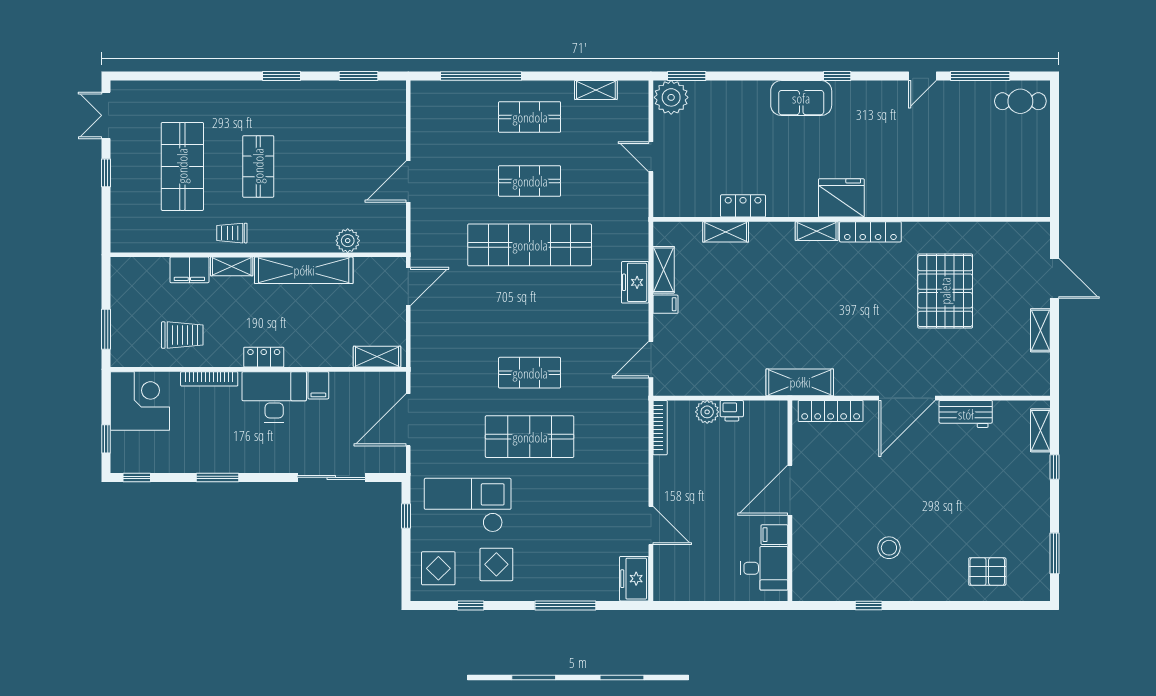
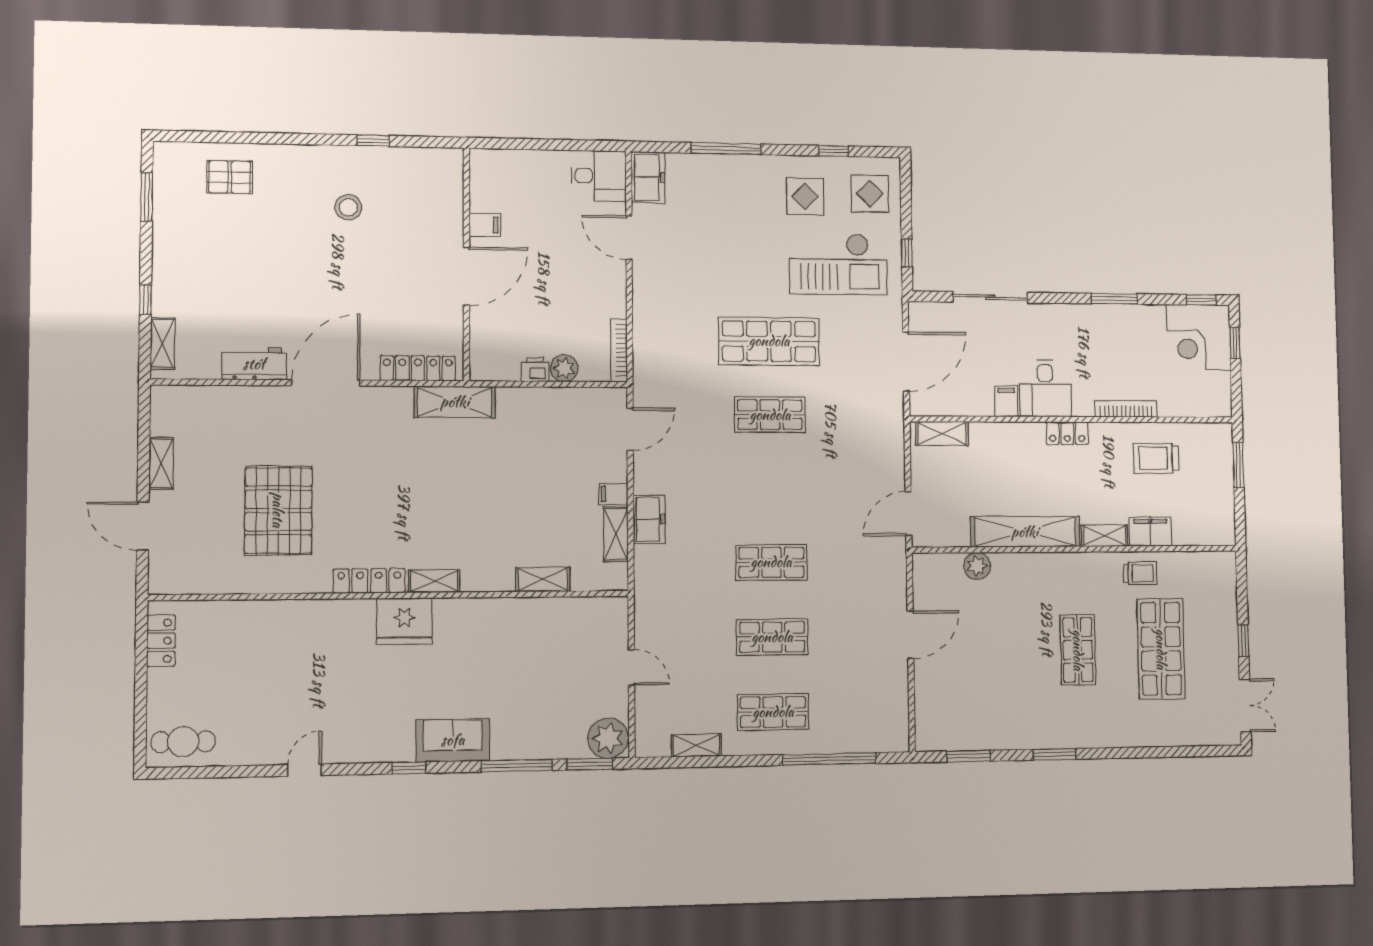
window: (980, 76) -> (517, 766), moved
locker: (743, 206) -> (161, 641), moved, turned -90
trolley: (232, 233) -> (1140, 573), moved
shop shelf: (530, 245) -> (771, 562), width x0.50, depth x0.74
desk: (274, 397) -> (1045, 388), width x0.73
corner desk: (140, 401) -> (1199, 337), moved
desk: (764, 568) -> (599, 176), moved, turned 180

